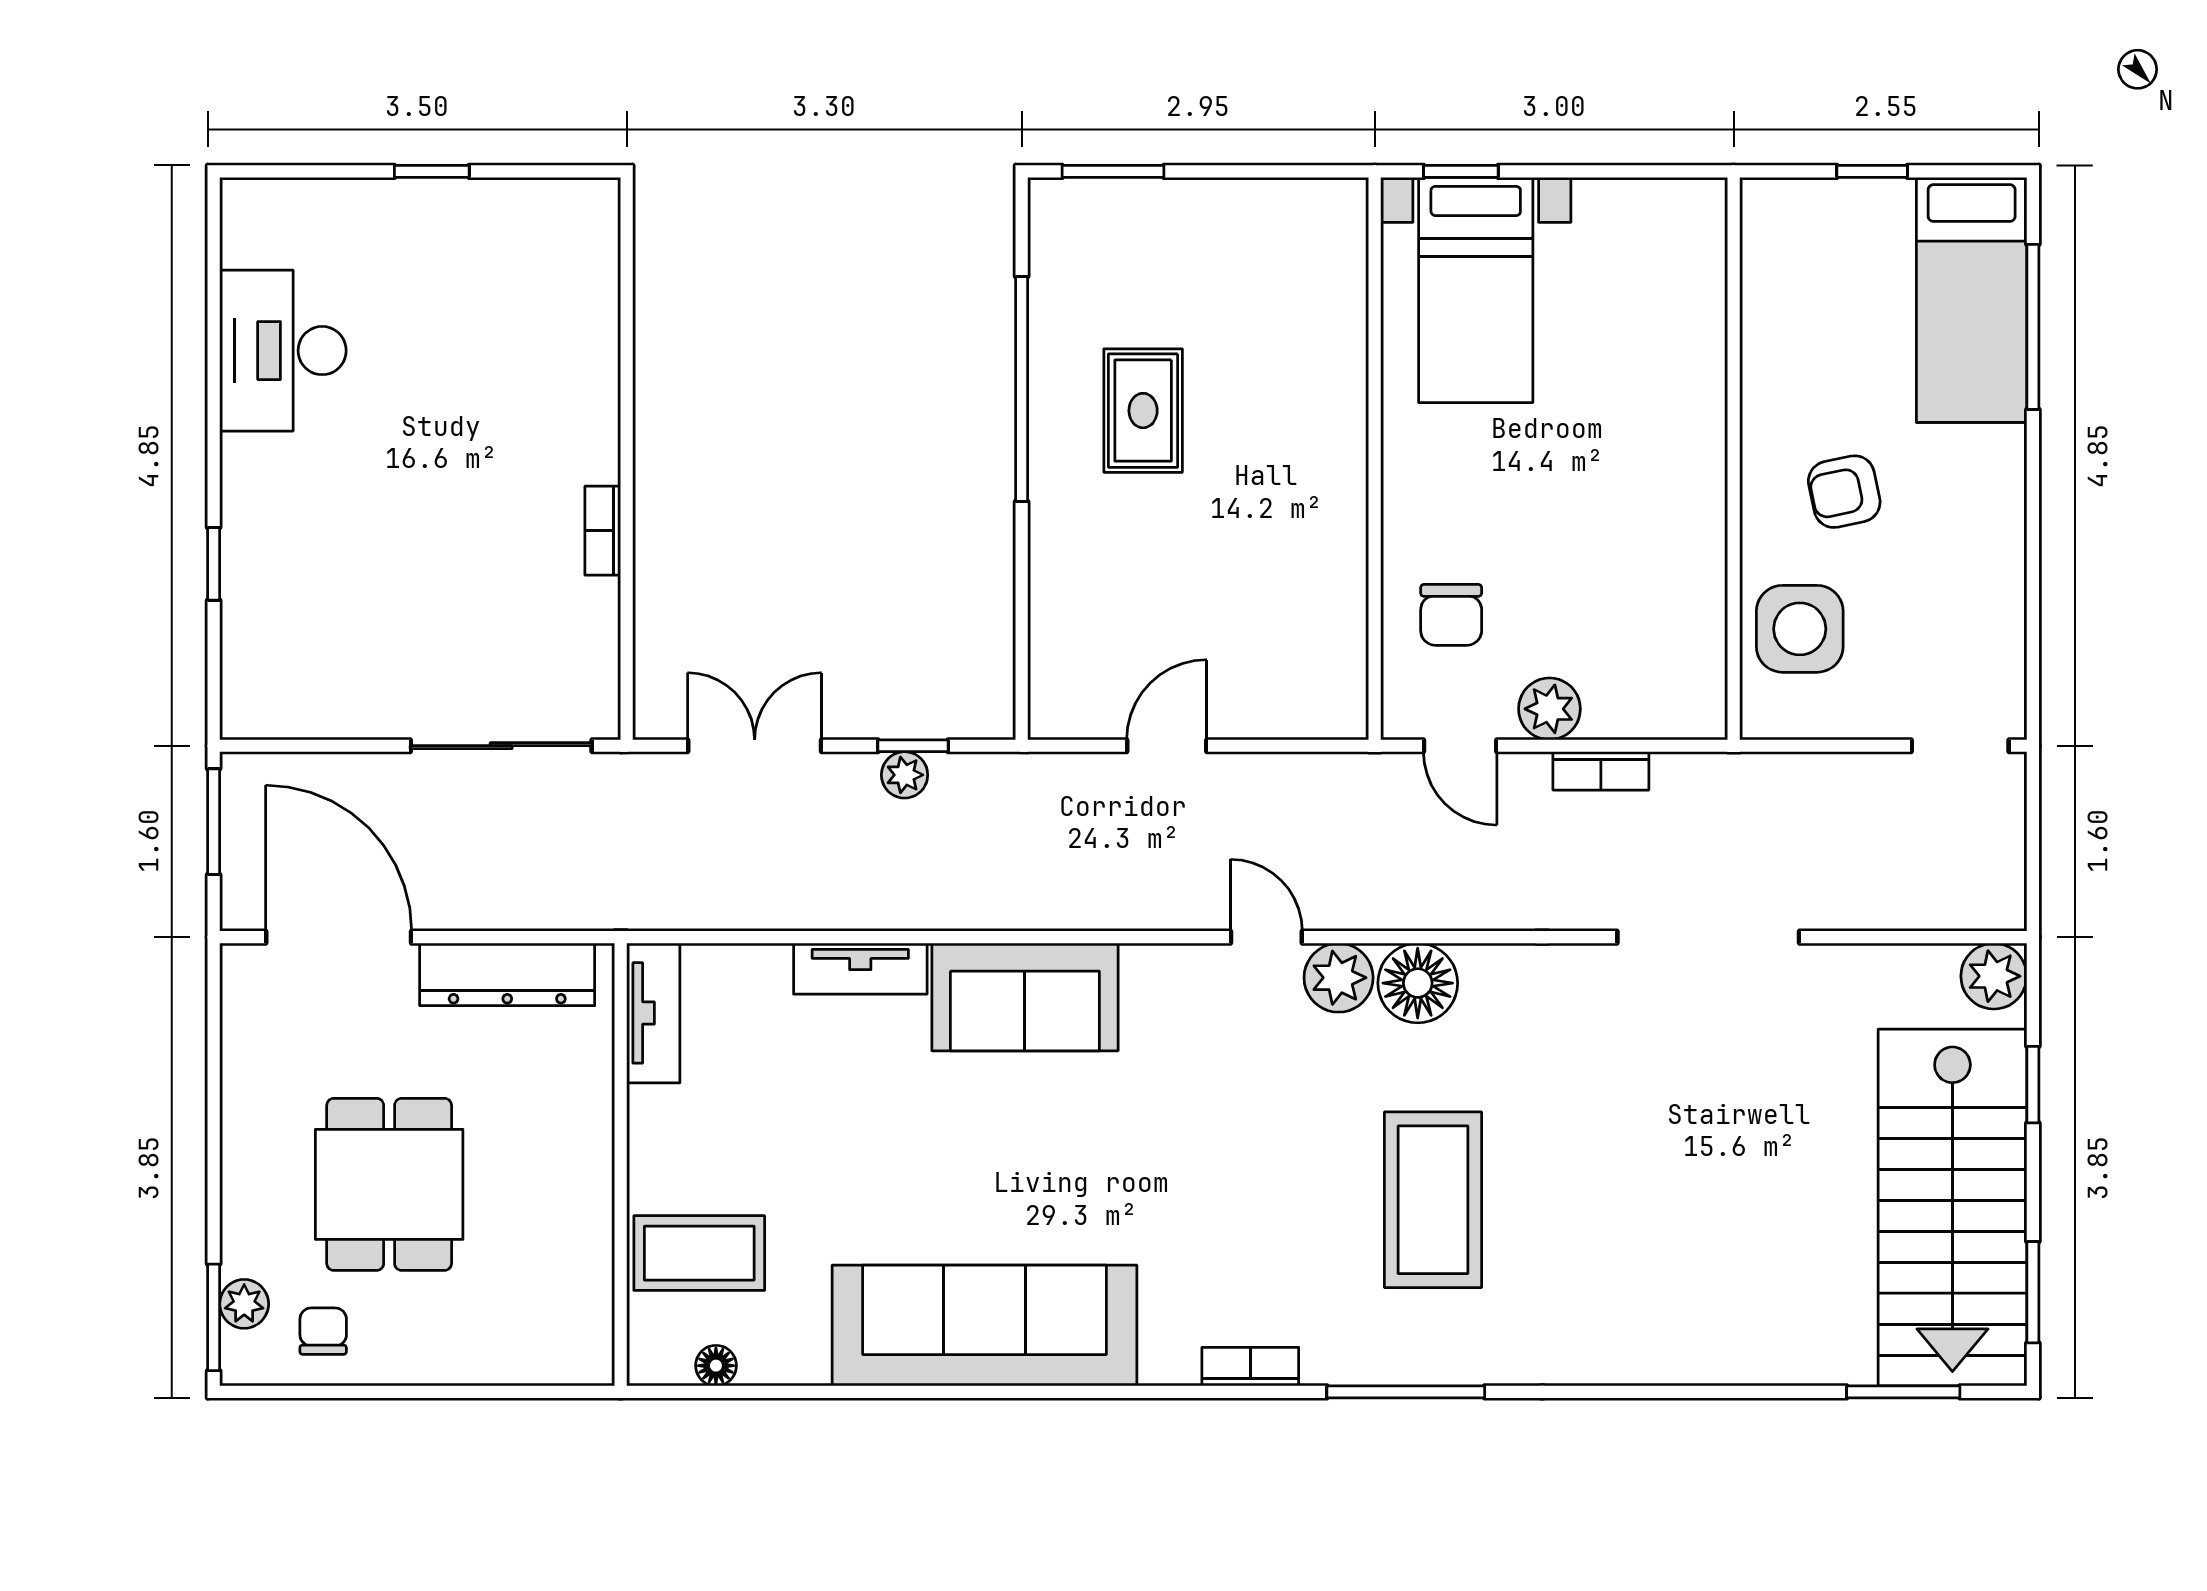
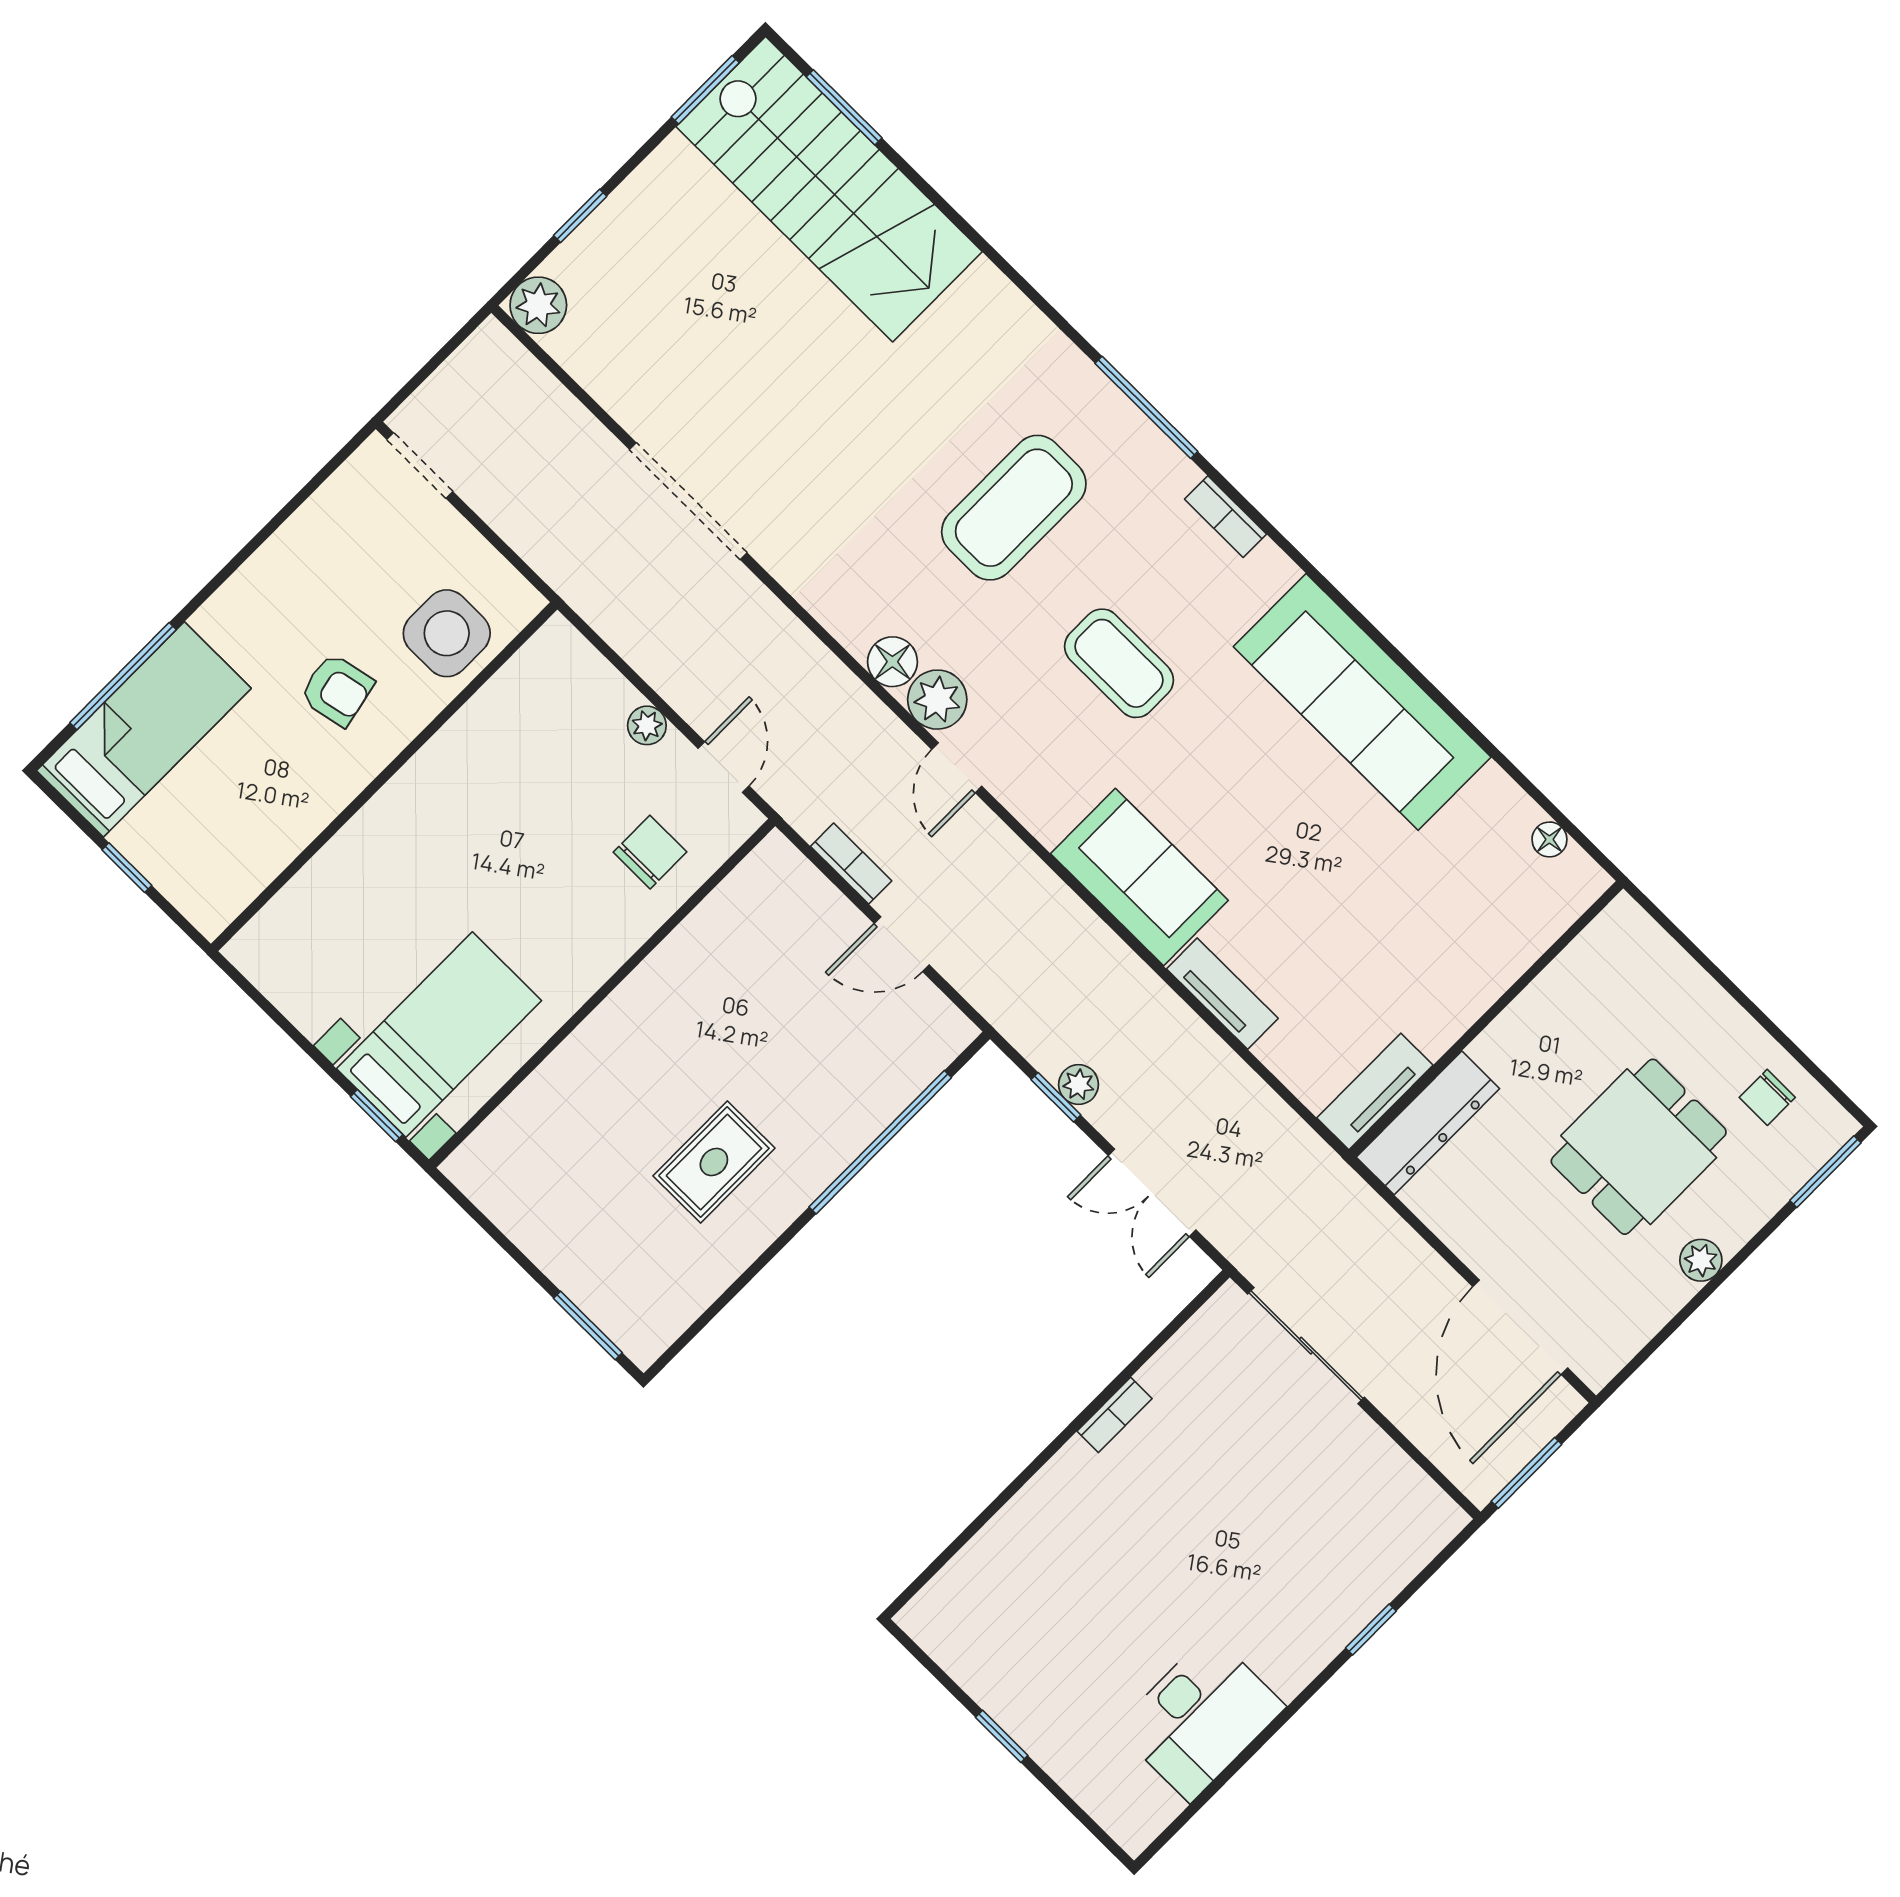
window: (1022, 389) -> (880, 1142), moved
plant: (1549, 709) -> (647, 725), width x0.73, depth x0.73
bookcase: (1601, 771) -> (851, 864), moved
dresser: (507, 974) -> (1428, 1123), moved, turned 90
floor lamp: (1418, 983) -> (892, 662), width x0.73, depth x0.73
stairs: (1952, 1208) -> (829, 189), moved, turned 90
coffee table: (699, 1253) -> (1119, 663), moved
plant: (244, 1304) -> (1701, 1260), moved

